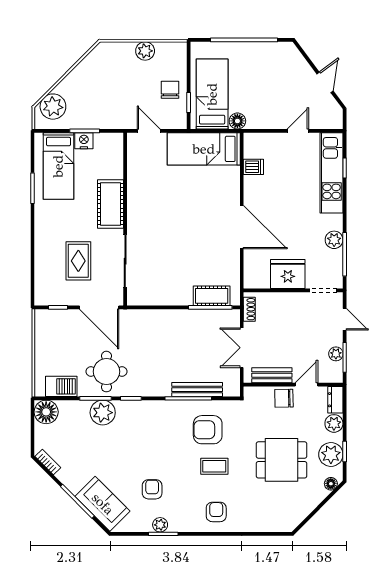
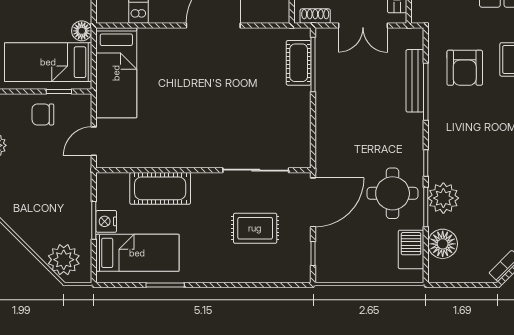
cot: (110, 204) -> (160, 188), moved
floor lamp: (46, 412) -> (443, 244), moved

